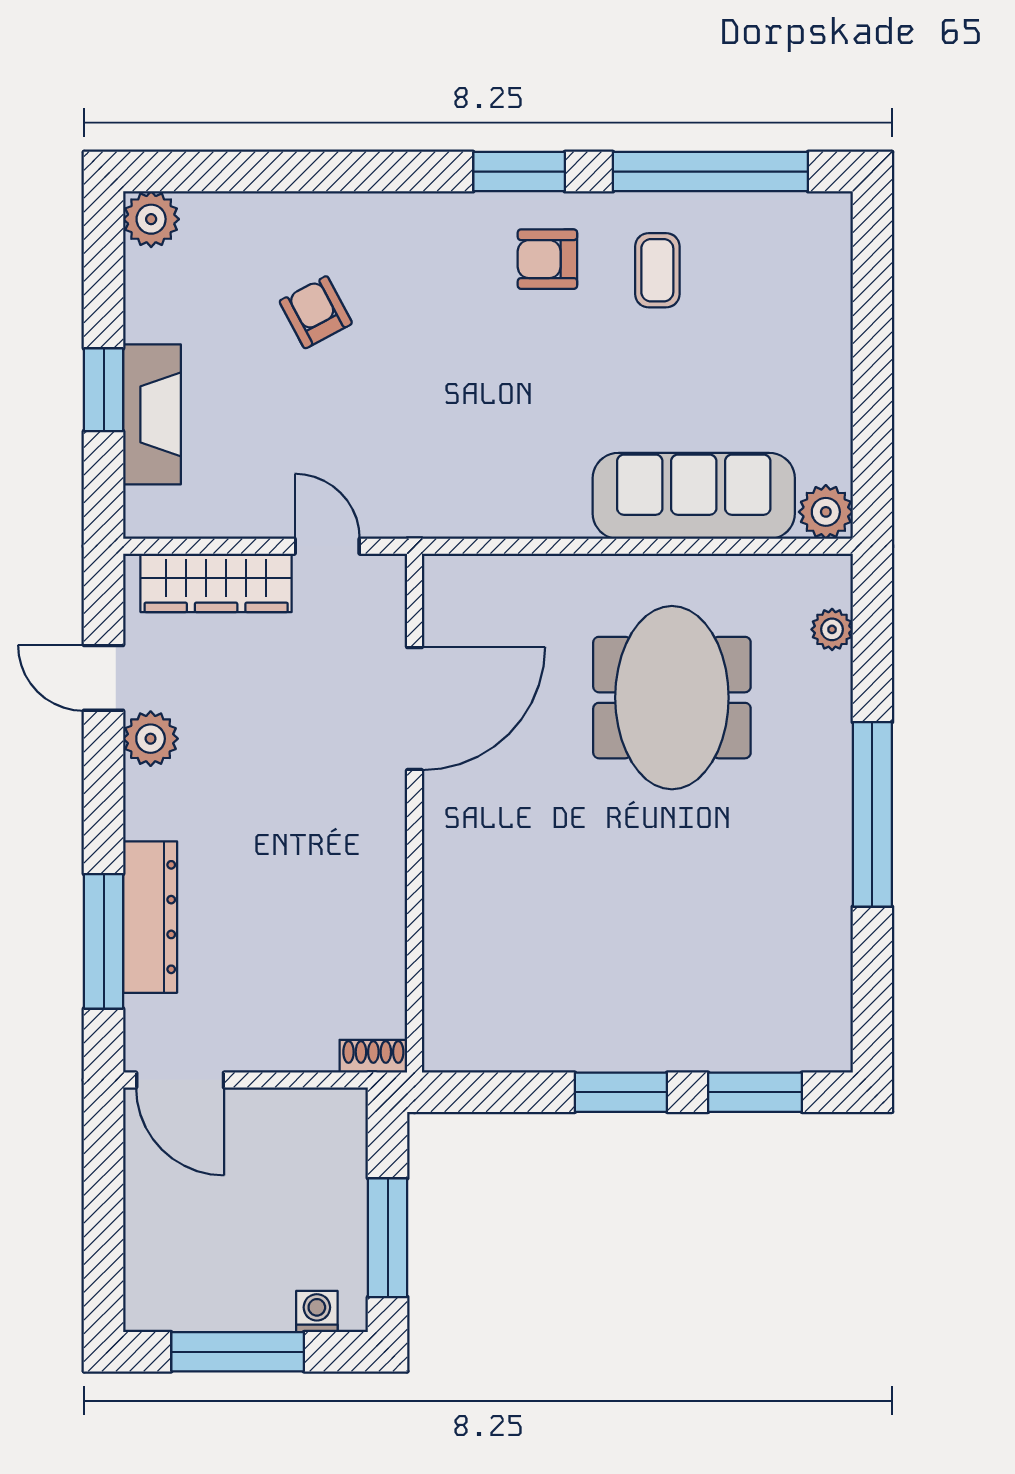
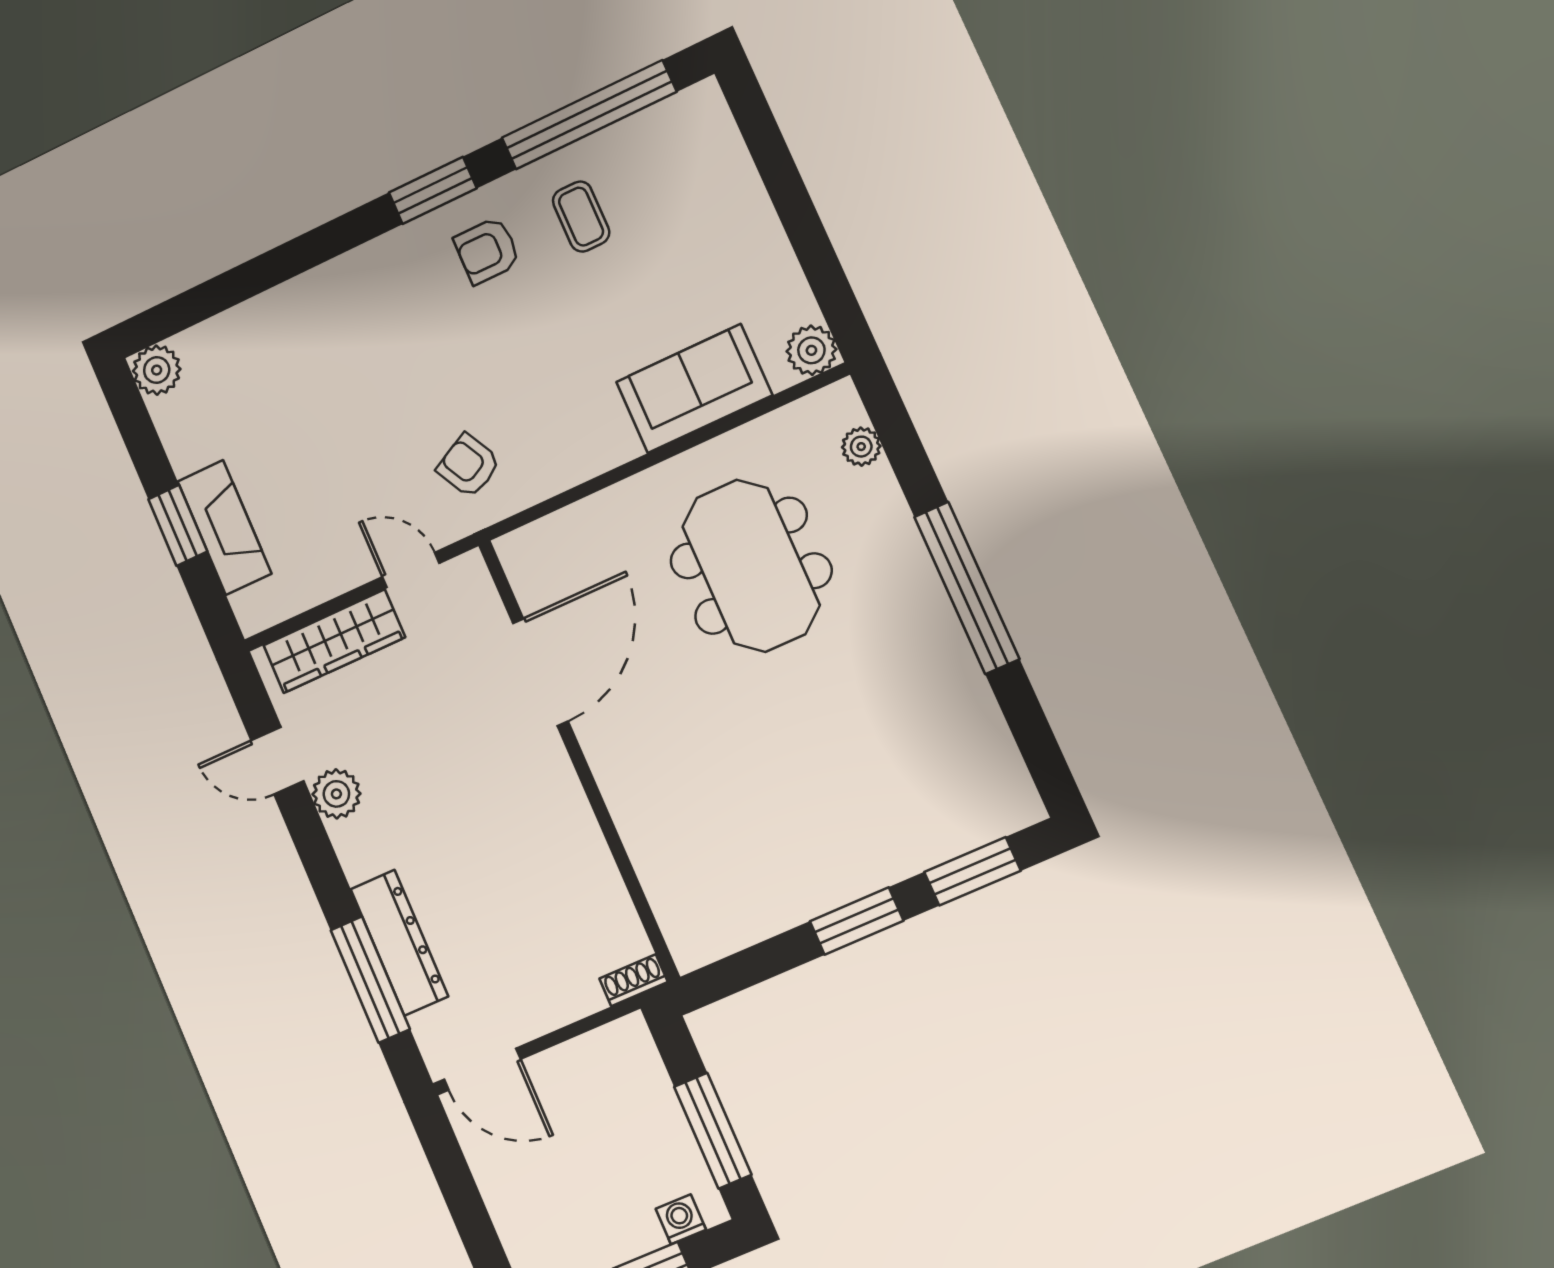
armchair: (316, 312) -> (469, 466), moved
sofa: (694, 496) -> (694, 389), width x0.73

